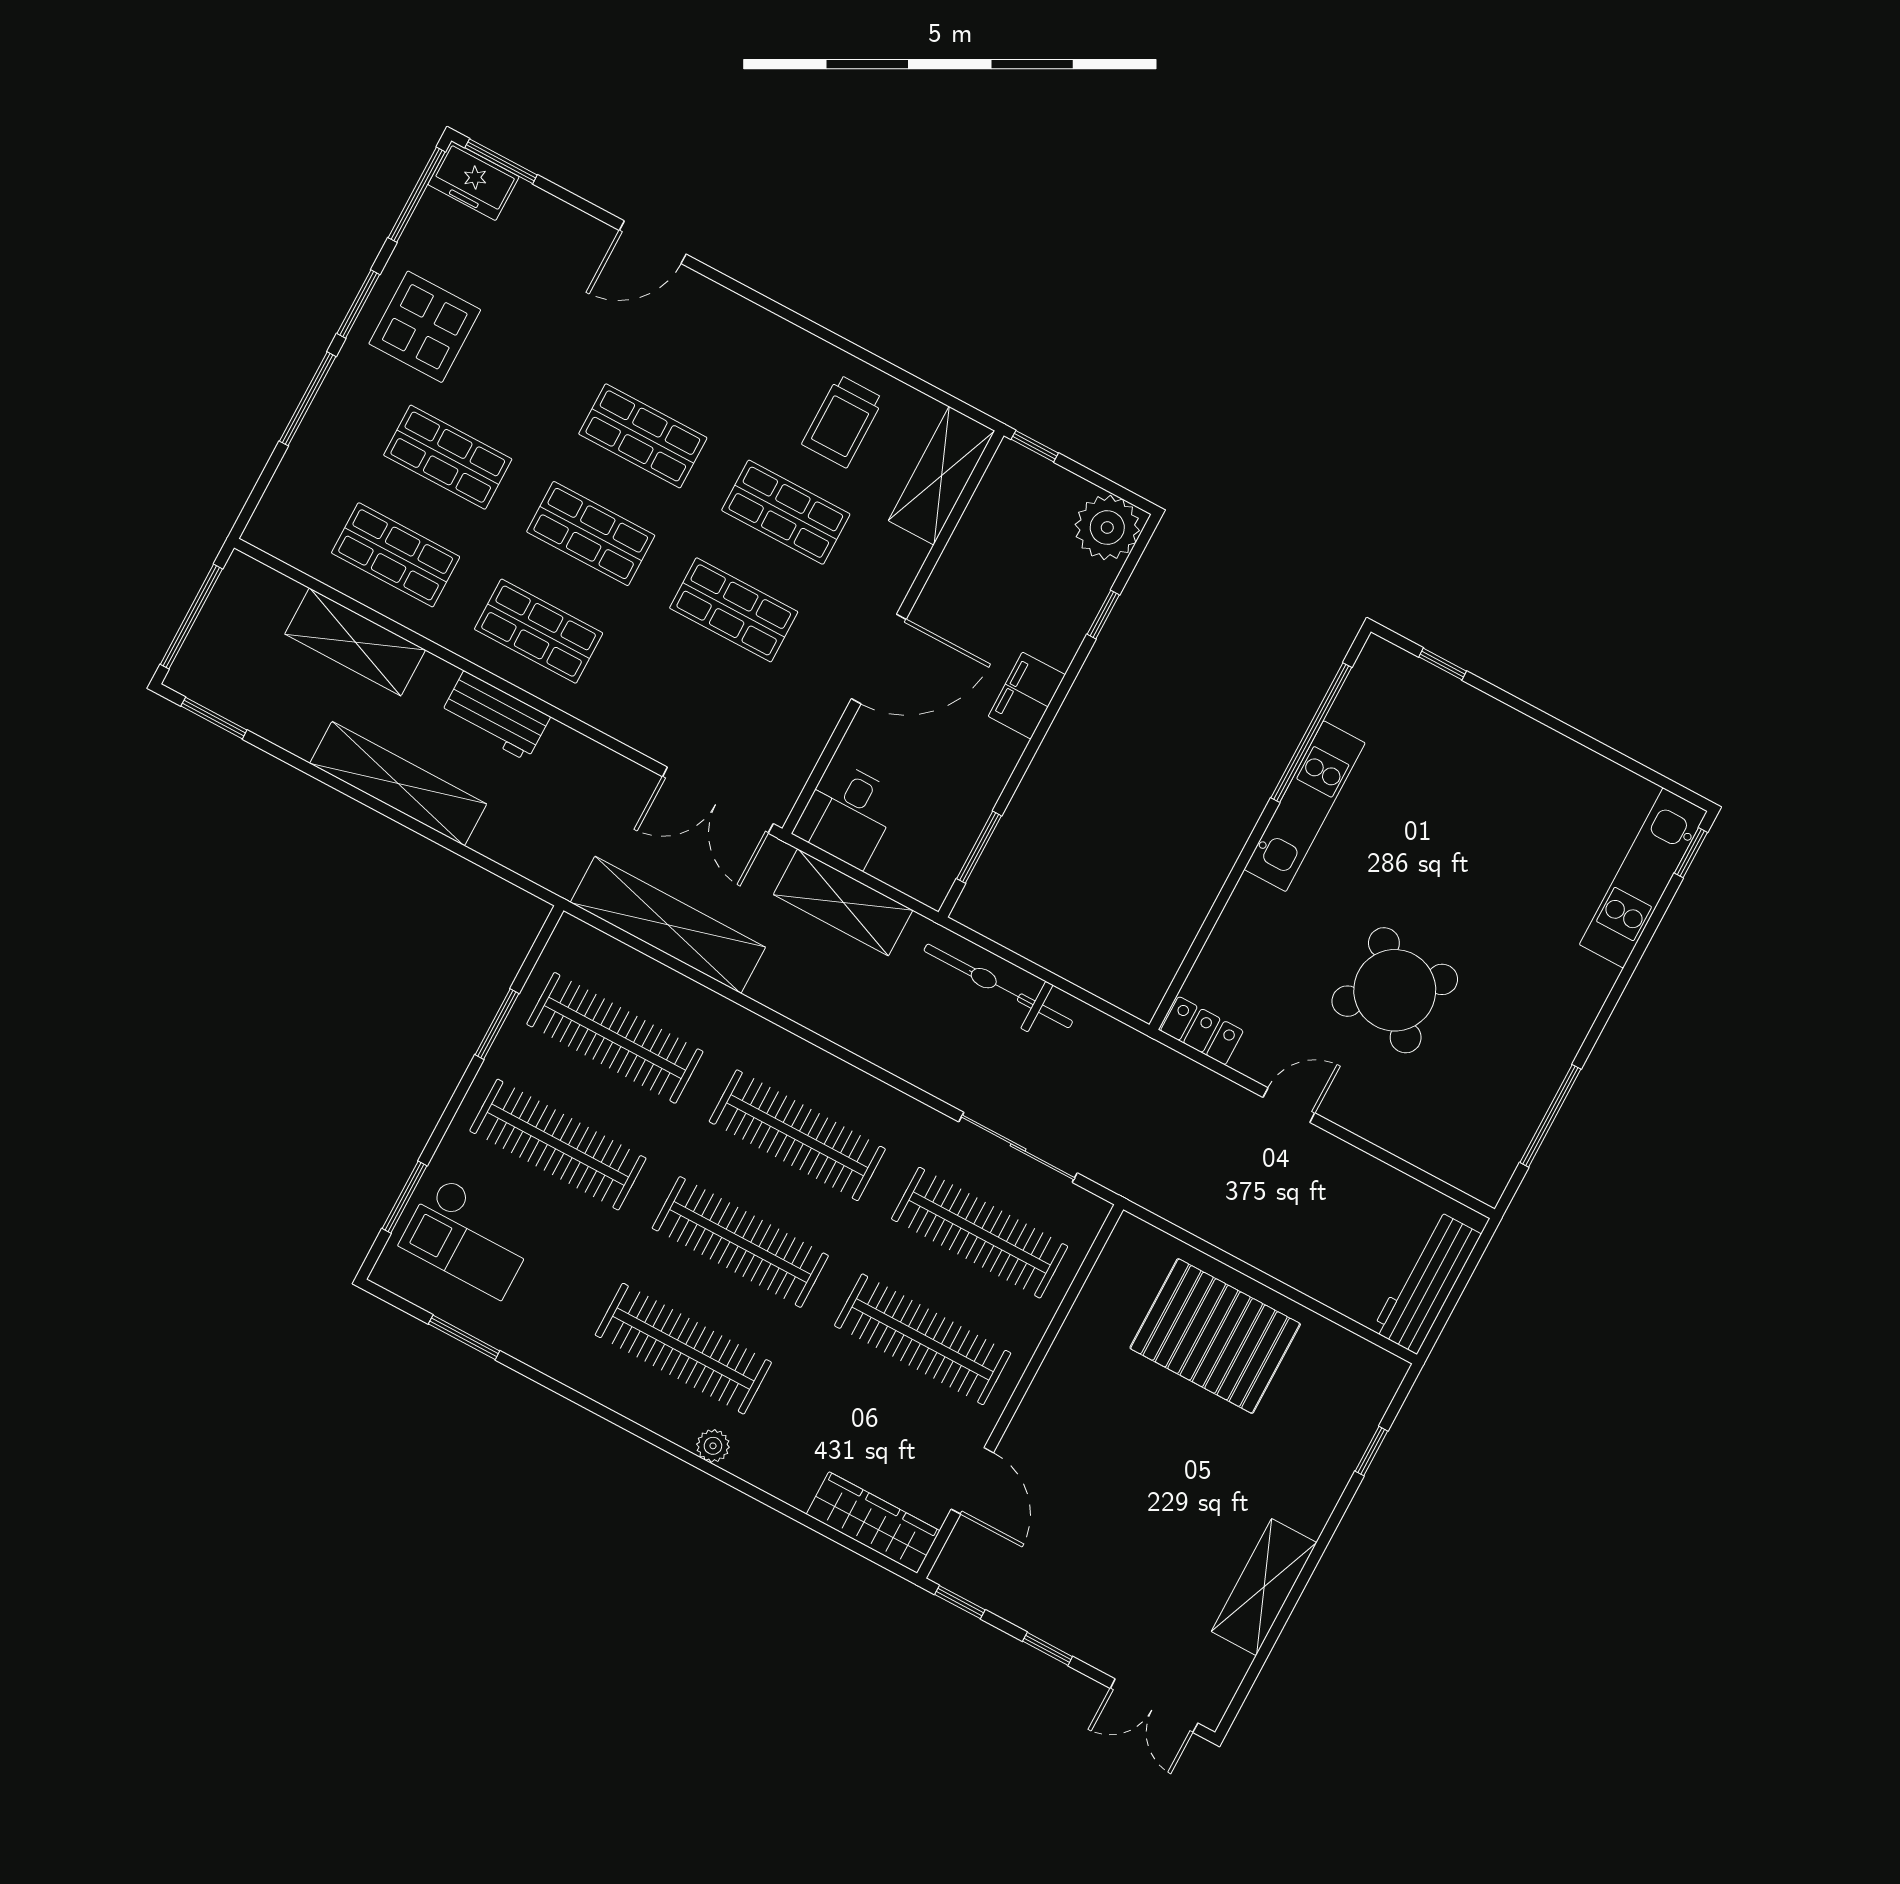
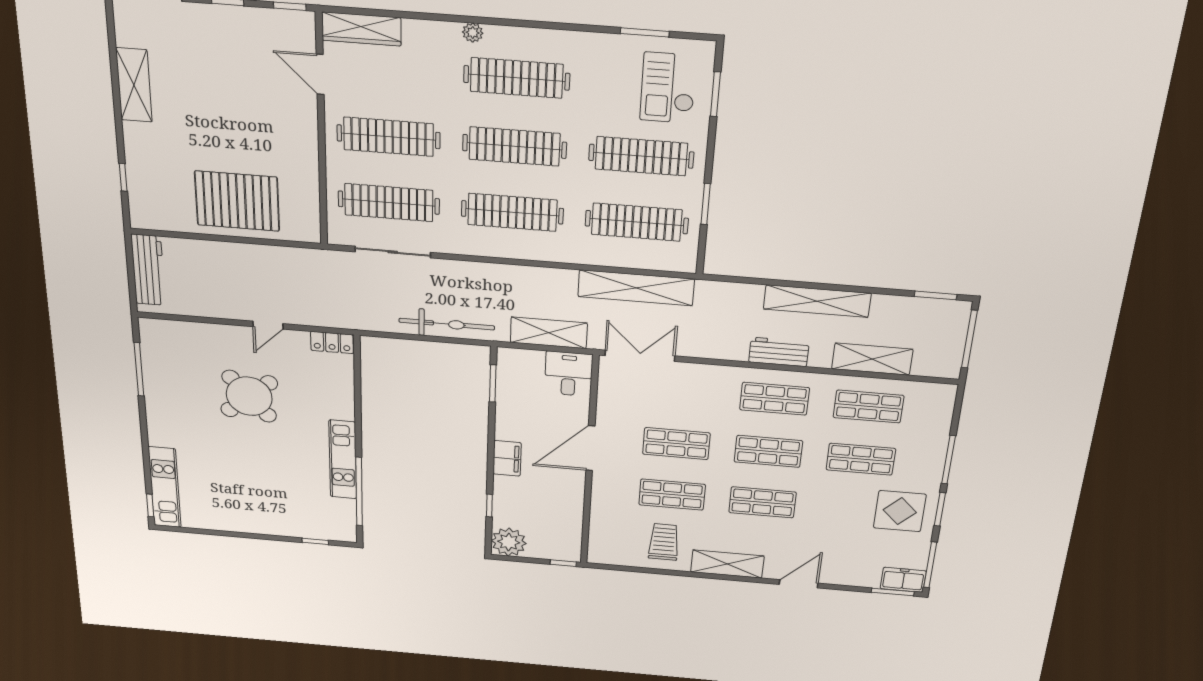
shelving: (942, 476) -> (727, 564), moved, turned 90
checkout: (469, 1237) -> (668, 88), turned -90

